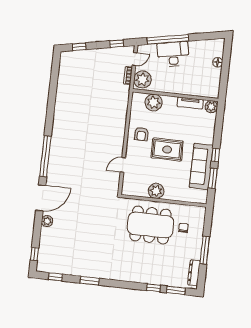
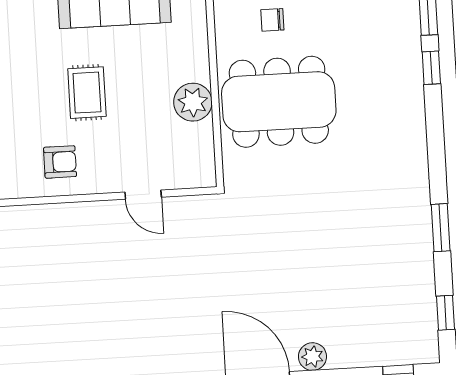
rug: (167, 150) -> (87, 93), width x0.73, depth x0.70
dining table: (150, 225) -> (279, 102), turned 90

